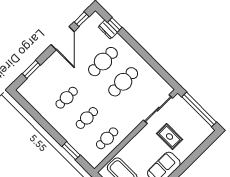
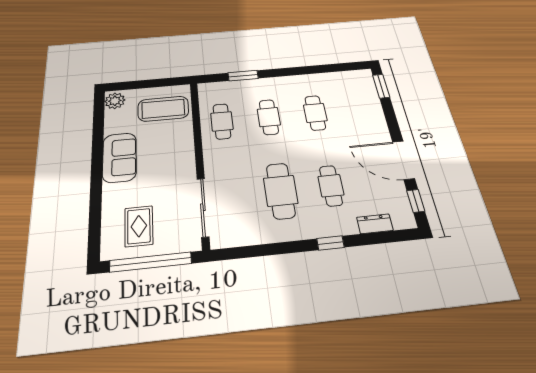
window: (115, 25) -> (330, 243), moved
cafe table: (103, 62) -> (331, 186), width x0.73, depth x0.74
window: (31, 69) -> (381, 86), moved
rug: (170, 137) -> (139, 226), moved, turned 90

